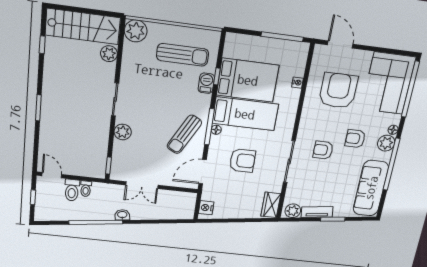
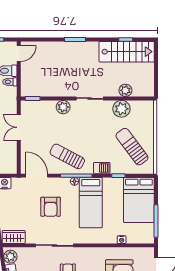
stairs: (83, 26) -> (127, 52), moved, turned -90
plant: (136, 31) -> (121, 109), moved
sun lounger: (183, 55) -> (132, 147), turned 143
bed: (248, 80) -> (139, 200), moved
barbecue: (206, 83) -> (102, 168), moved

